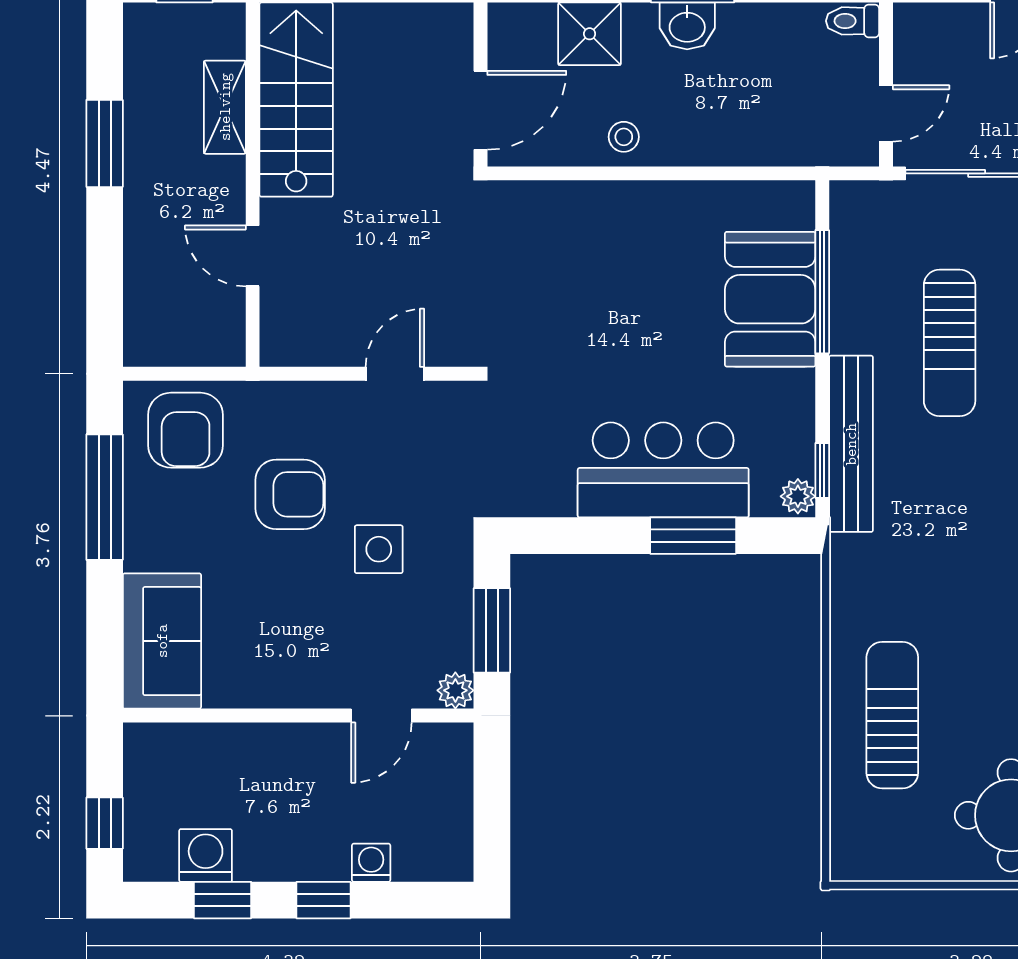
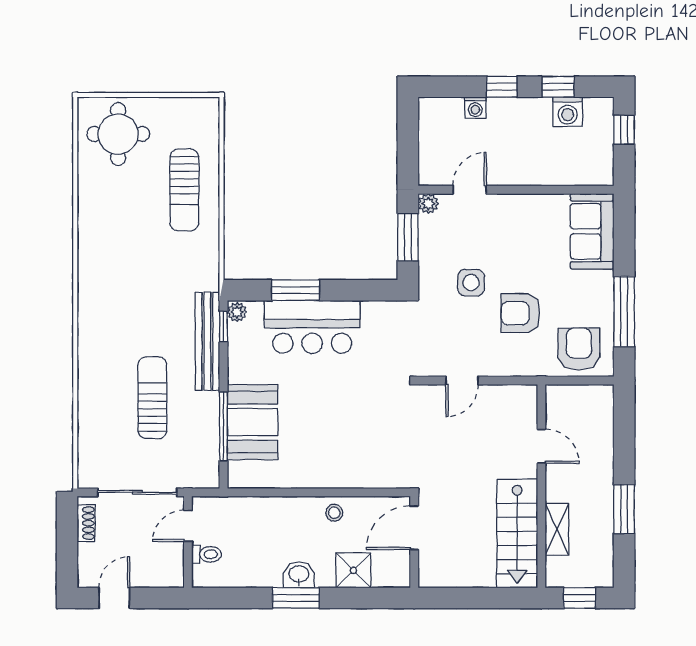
toilet: (853, 21) -> (207, 554), moved

